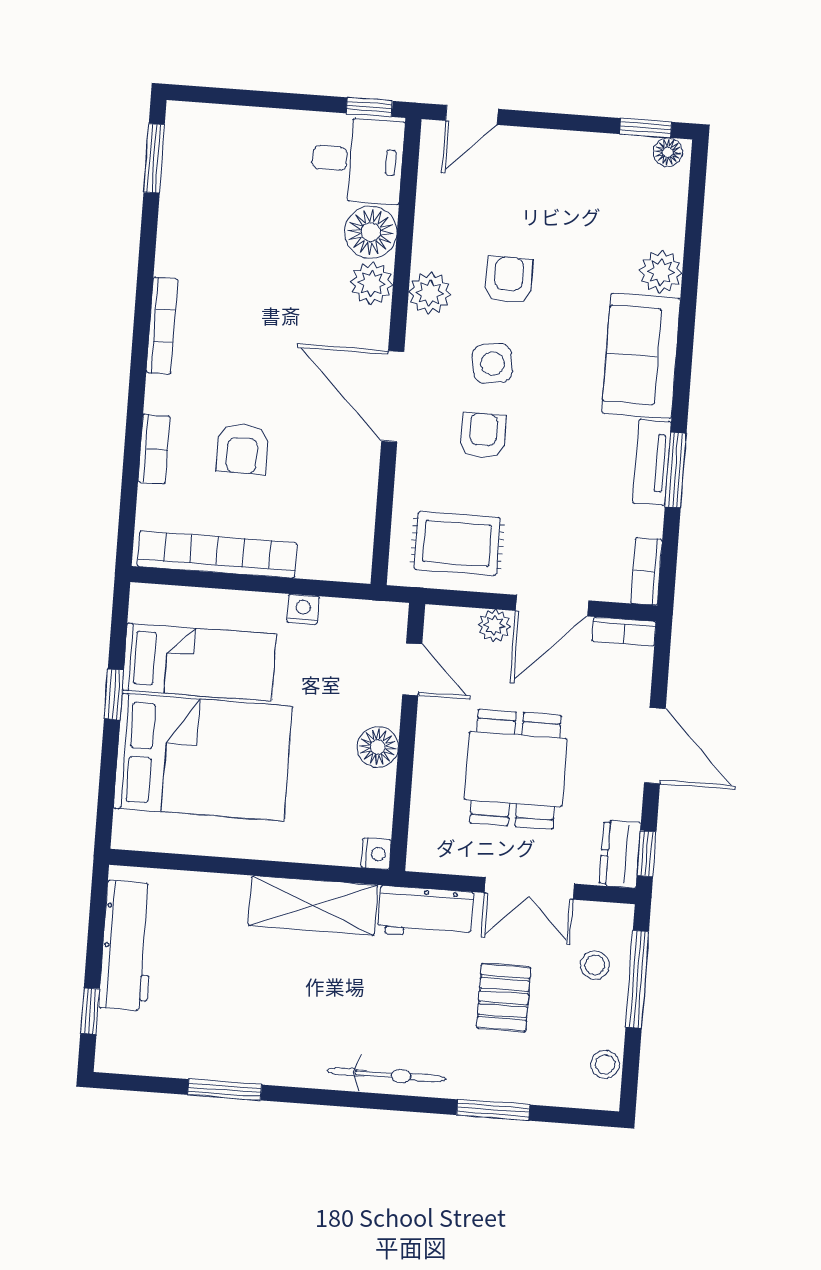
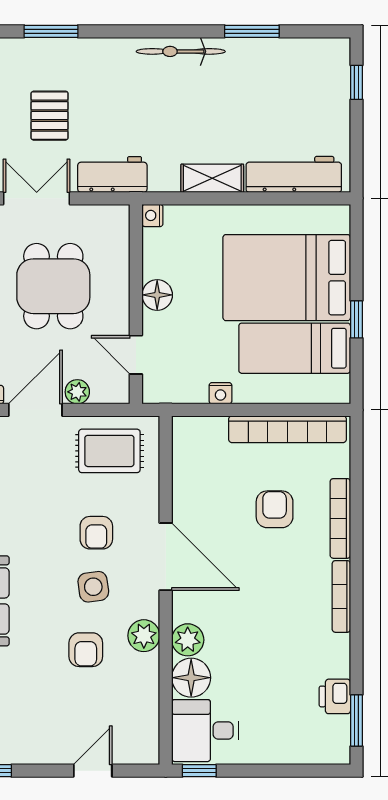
door: (472, 115) -> (93, 771), moved
printer: (181, 193) -> (335, 696), added
bookcase: (154, 449) -> (340, 518), width x1.56
shelving: (313, 905) -> (212, 178), width x0.67, depth x0.75
workbench: (127, 946) -> (294, 174), moved, turned 90
bicycle: (387, 1075) -> (181, 51), moved

